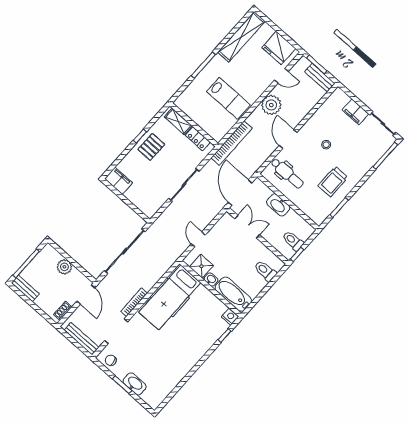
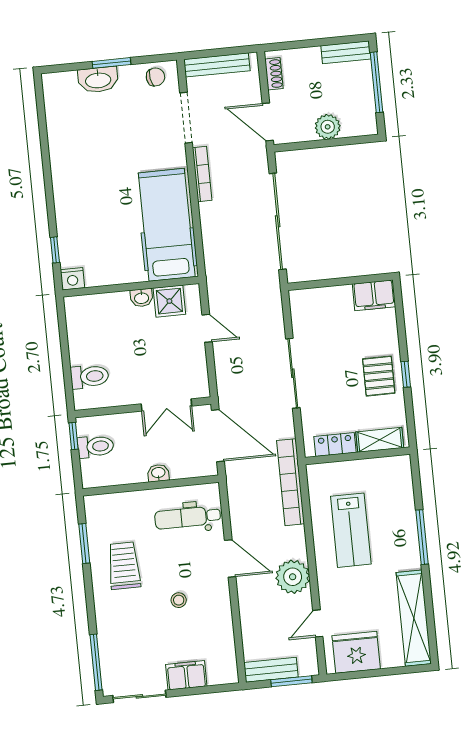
lab bench: (228, 98) -> (351, 530), turned -90
washbasin: (278, 205) -> (158, 473), width x0.52, depth x0.69
bathtub: (233, 294) -> (97, 309), removed

